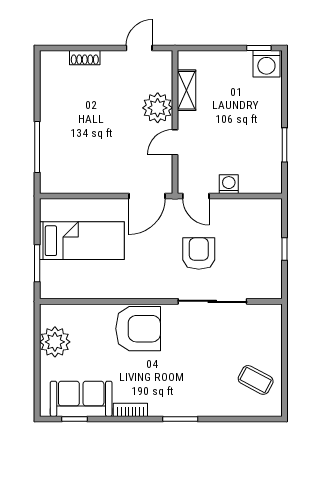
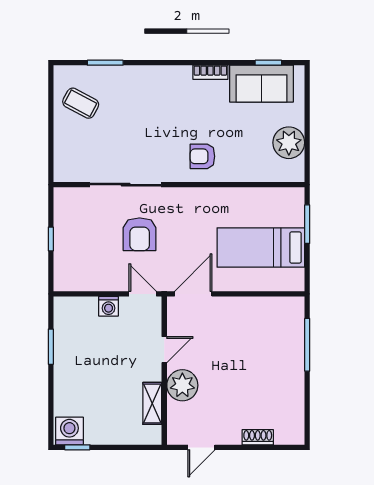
armchair: (138, 329) -> (202, 156), width x0.53, depth x0.53
window: (180, 419) -> (105, 63), moved

